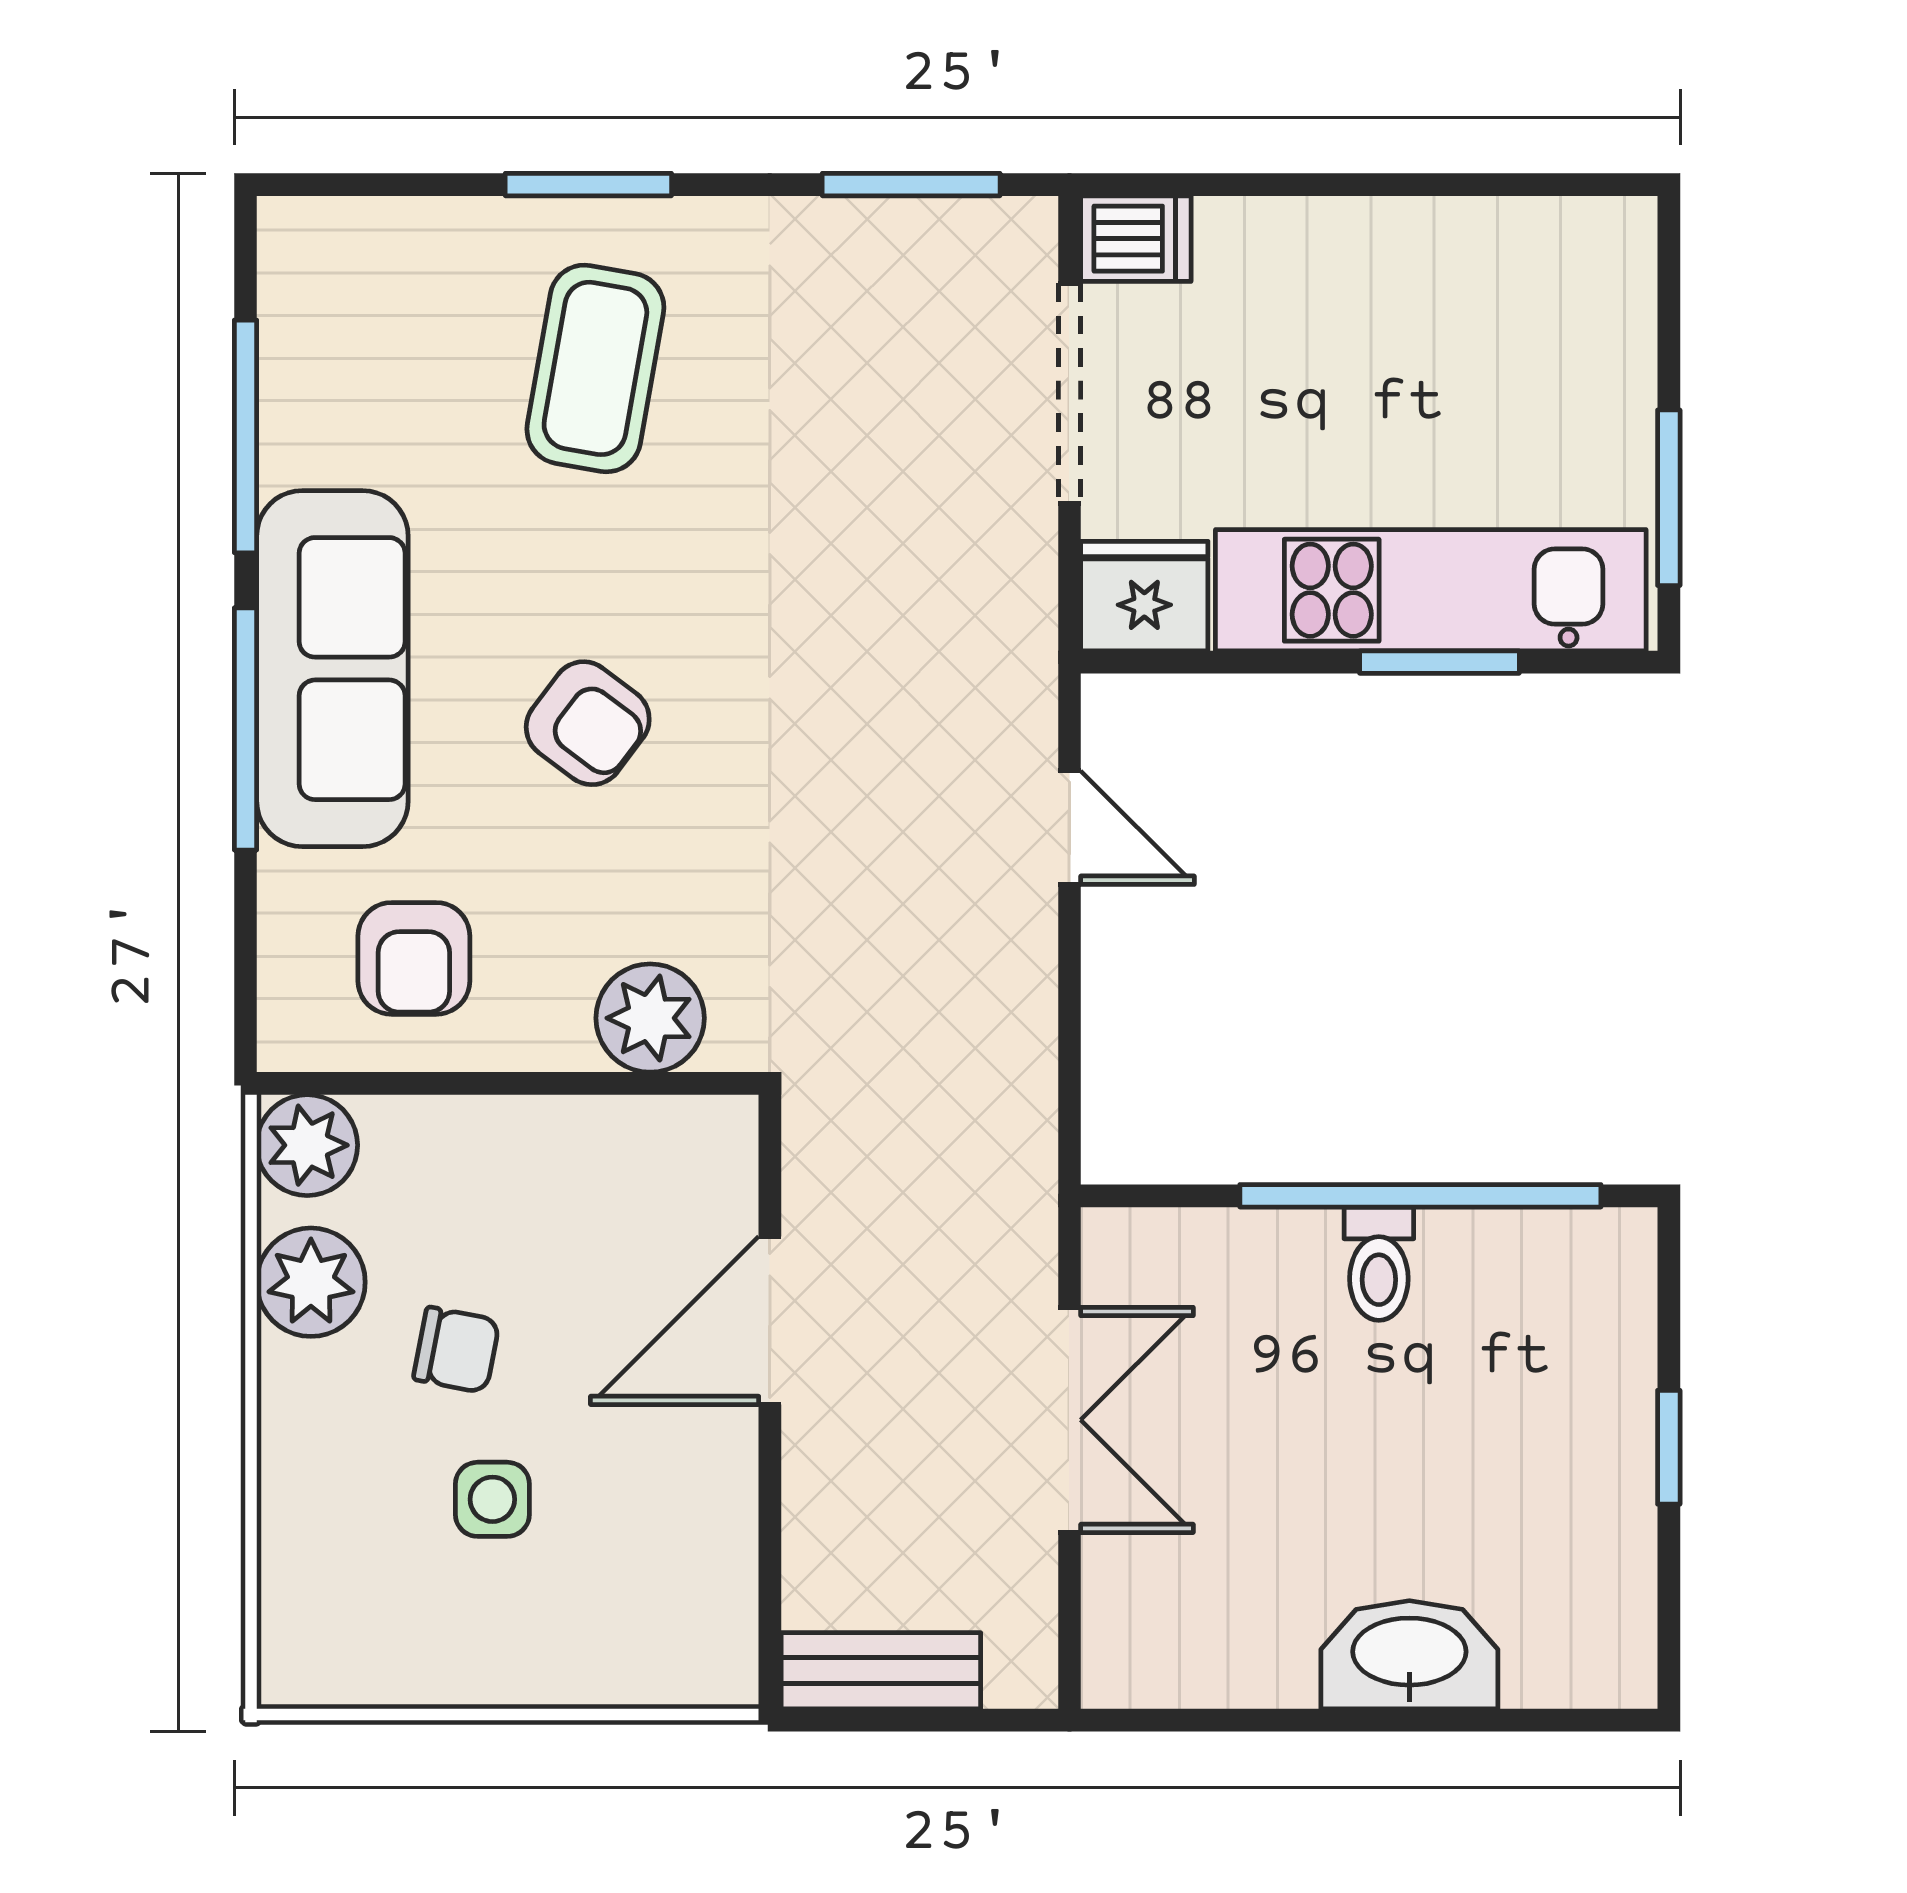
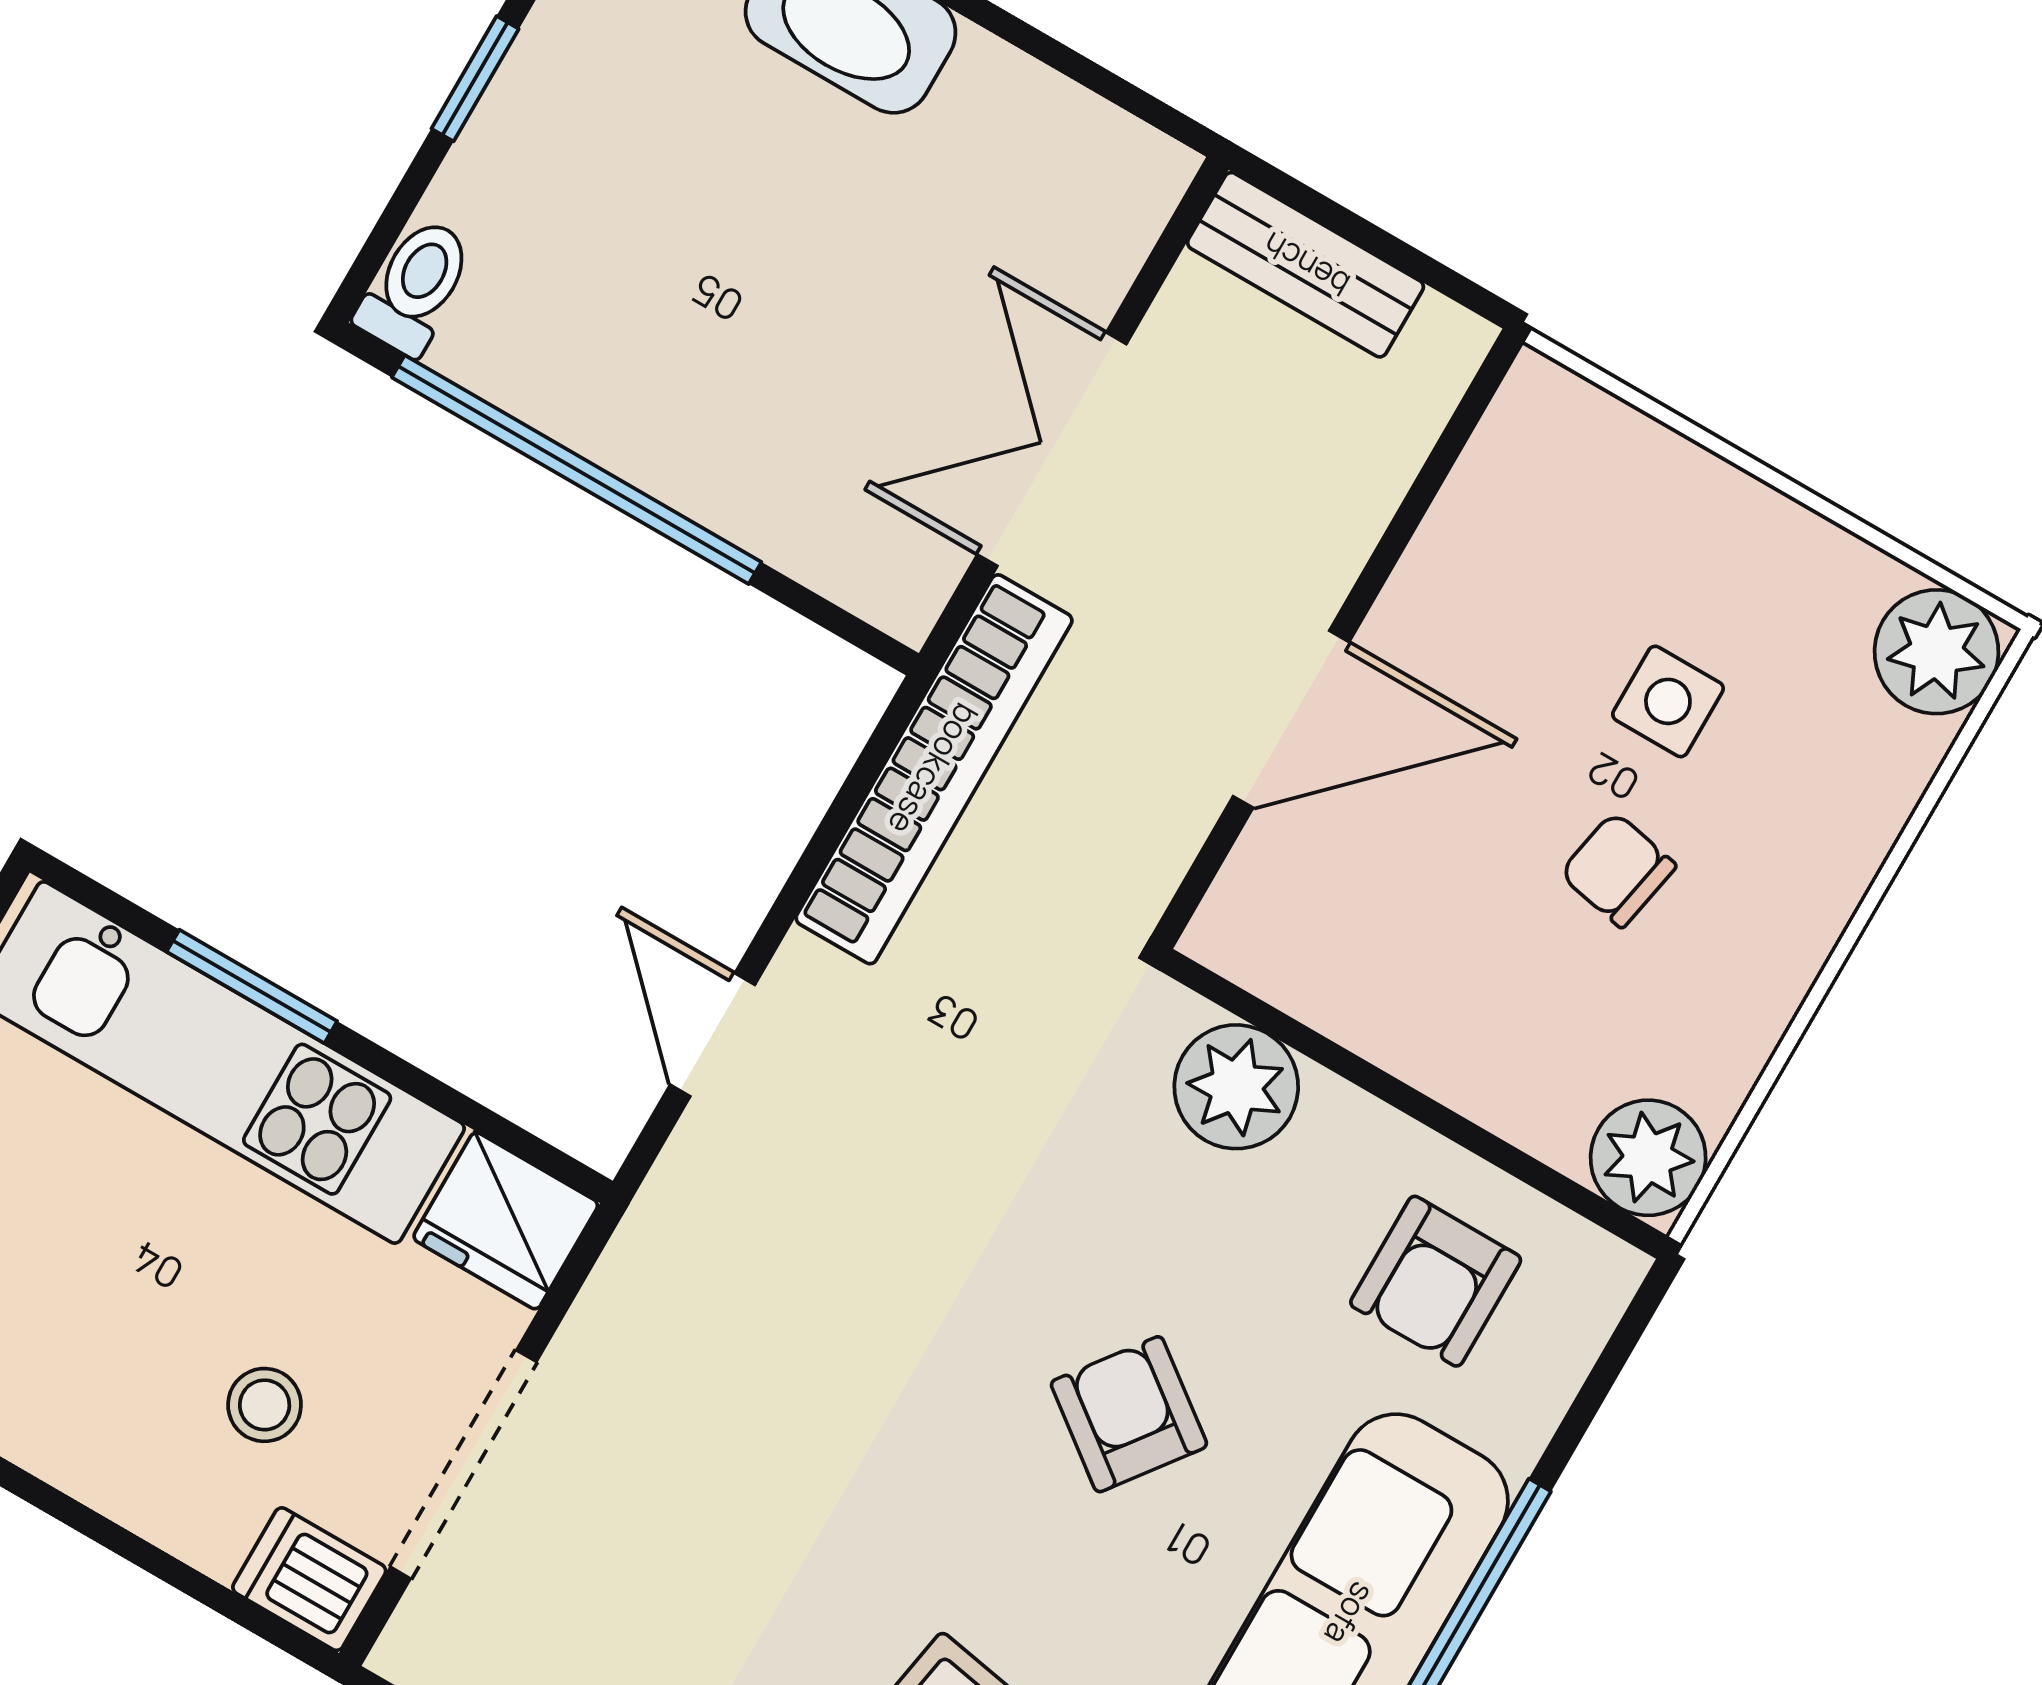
stool: (1246, 351) -> (265, 1405), added
armchair: (414, 958) -> (1436, 1281), turned 180
bookcase: (1018, 1126) -> (934, 769), added
toilet: (1379, 1264) -> (415, 286), moved
plant: (311, 1282) -> (1936, 652), moved
bench: (881, 1671) -> (1306, 265), moved

